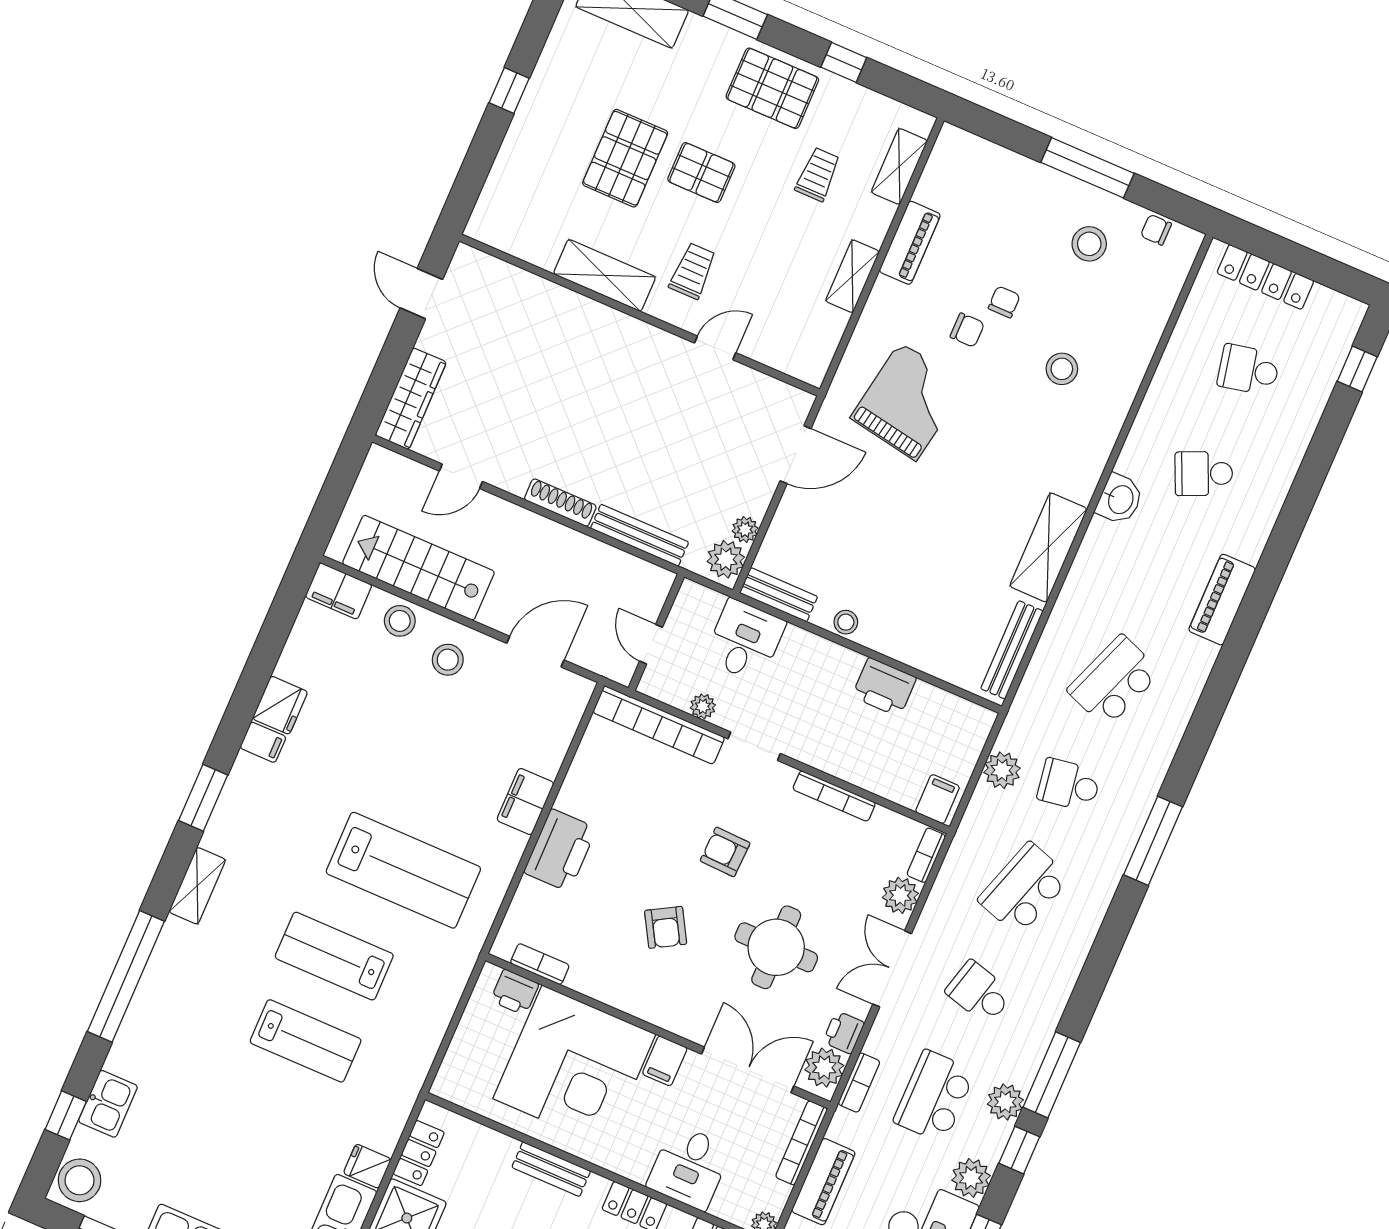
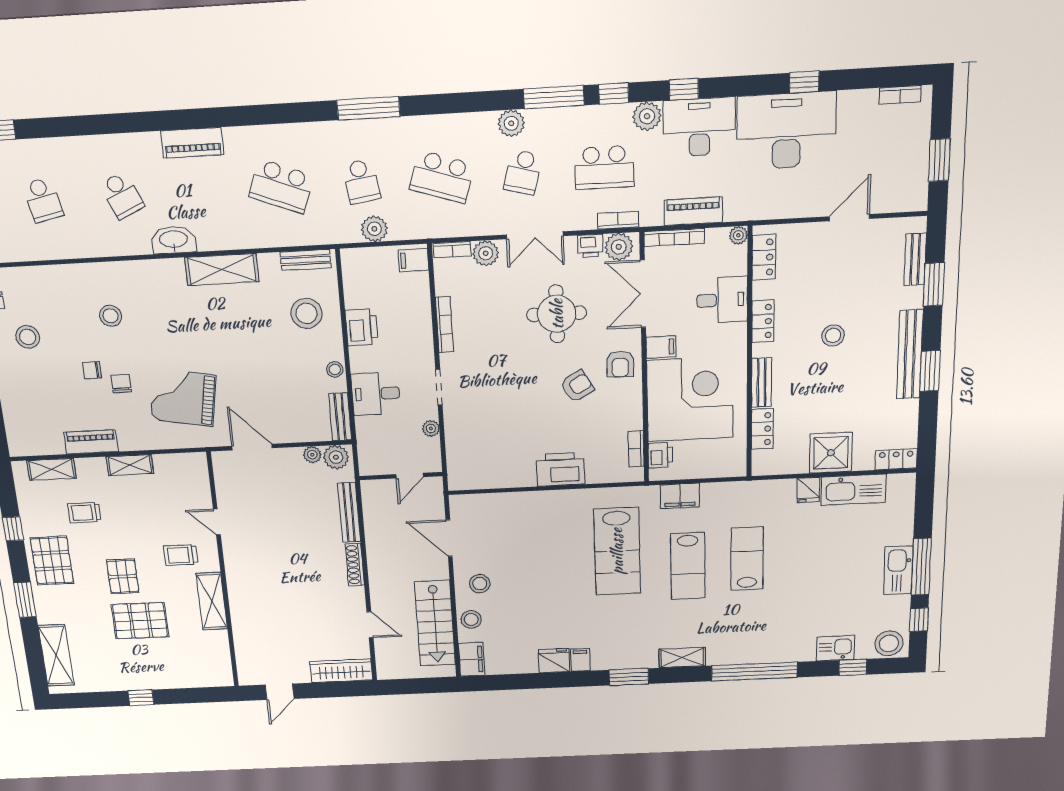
washbasin: (1120, 499) -> (174, 240), width x1.38
stool: (938, 625) -> (306, 313), added
desk: (745, 640) -> (376, 394), moved
bench: (1012, 650) -> (306, 260), width x0.73
bookcase: (659, 725) -> (455, 449), removed
filing cabinet: (525, 802) -> (680, 496), moved
armchair: (725, 852) -> (620, 364), moved
lab bench: (403, 870) -> (617, 551), turned 180
plant: (1005, 1102) -> (511, 123), moved
locker: (419, 1153) -> (762, 429), moved, turned 90

